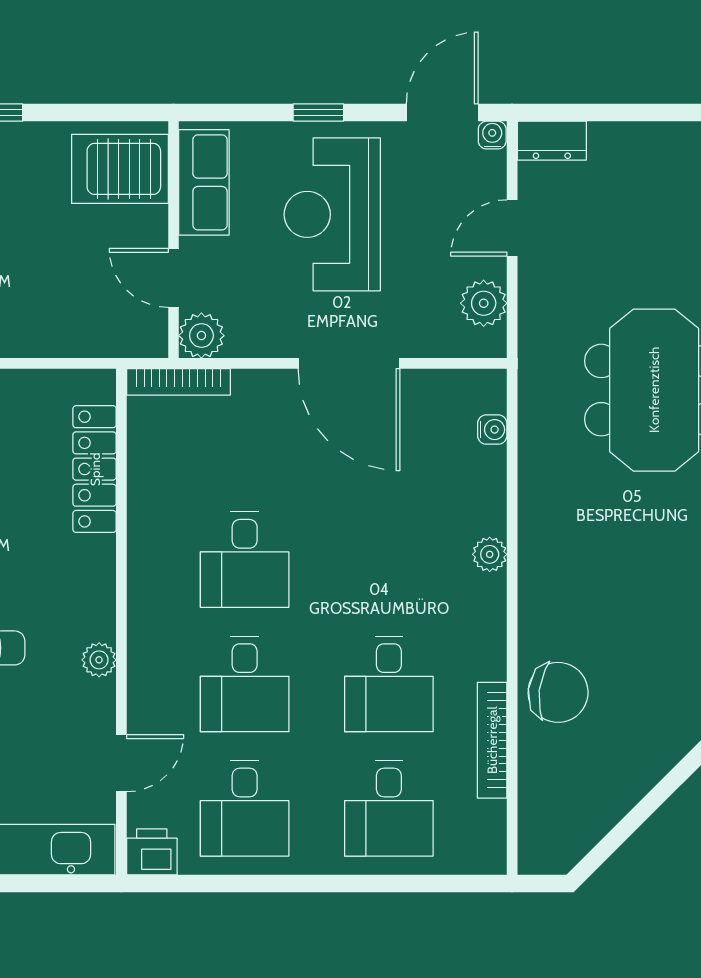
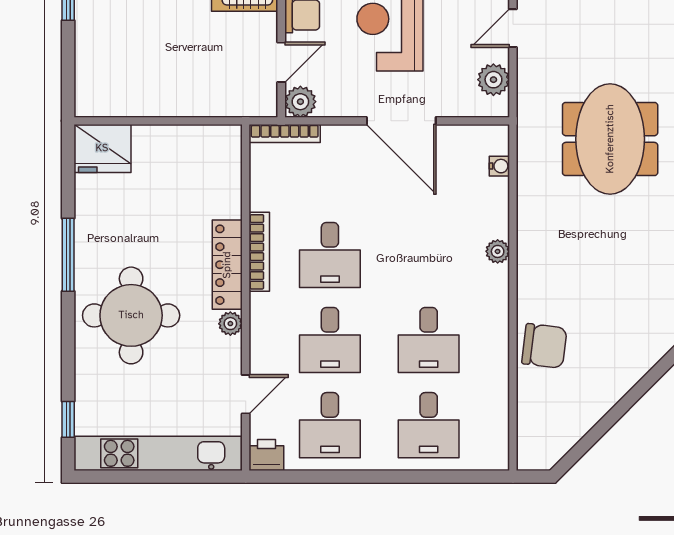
door: (173, 278) -> (281, 62), swing flipped
locker: (95, 469) -> (227, 265), moved
bookcase: (492, 740) -> (259, 252), moved, turned 180

